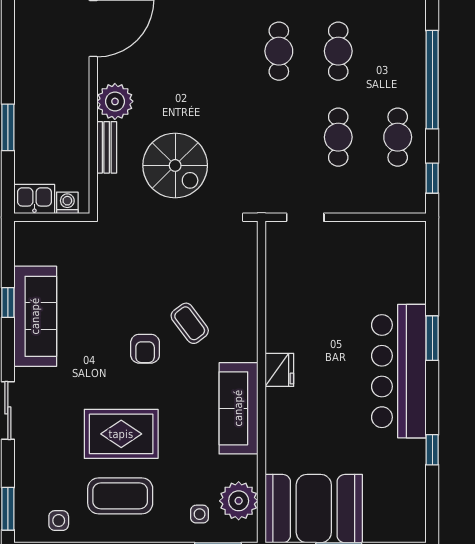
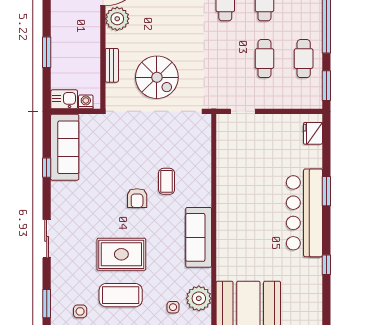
plant: (115, 101) -> (117, 19), moved
window: (432, 178) -> (326, 86), width x1.50
sofa: (35, 316) -> (65, 147), moved
coffee table: (190, 323) -> (167, 181), turned 37
fridge: (279, 370) -> (313, 133), moved, turned 180

